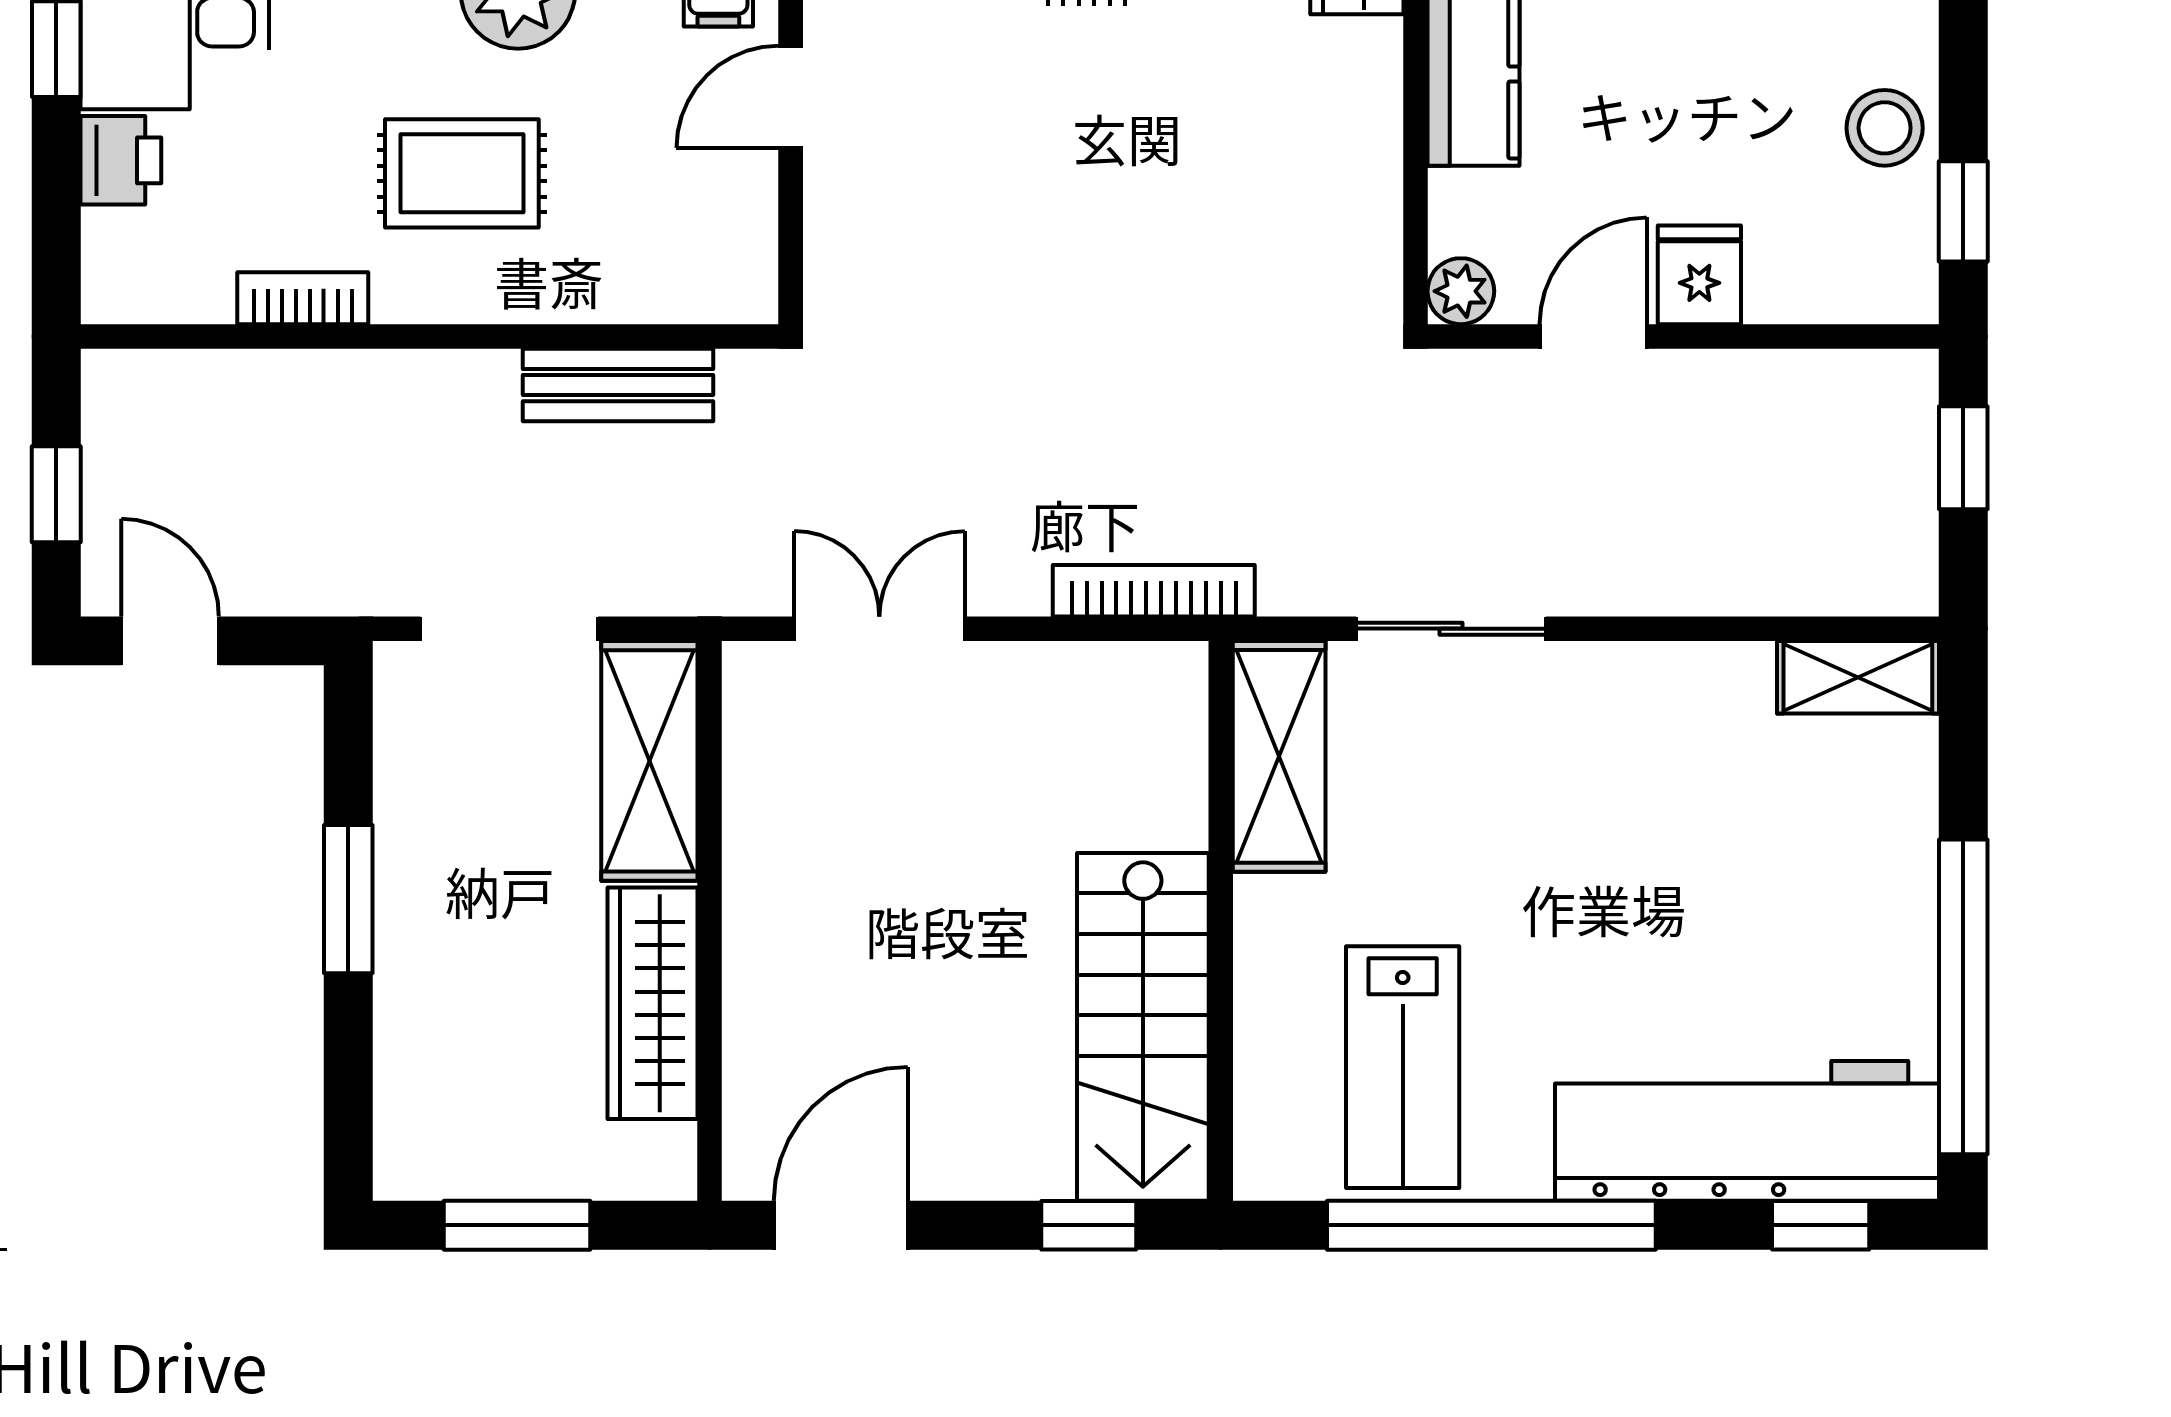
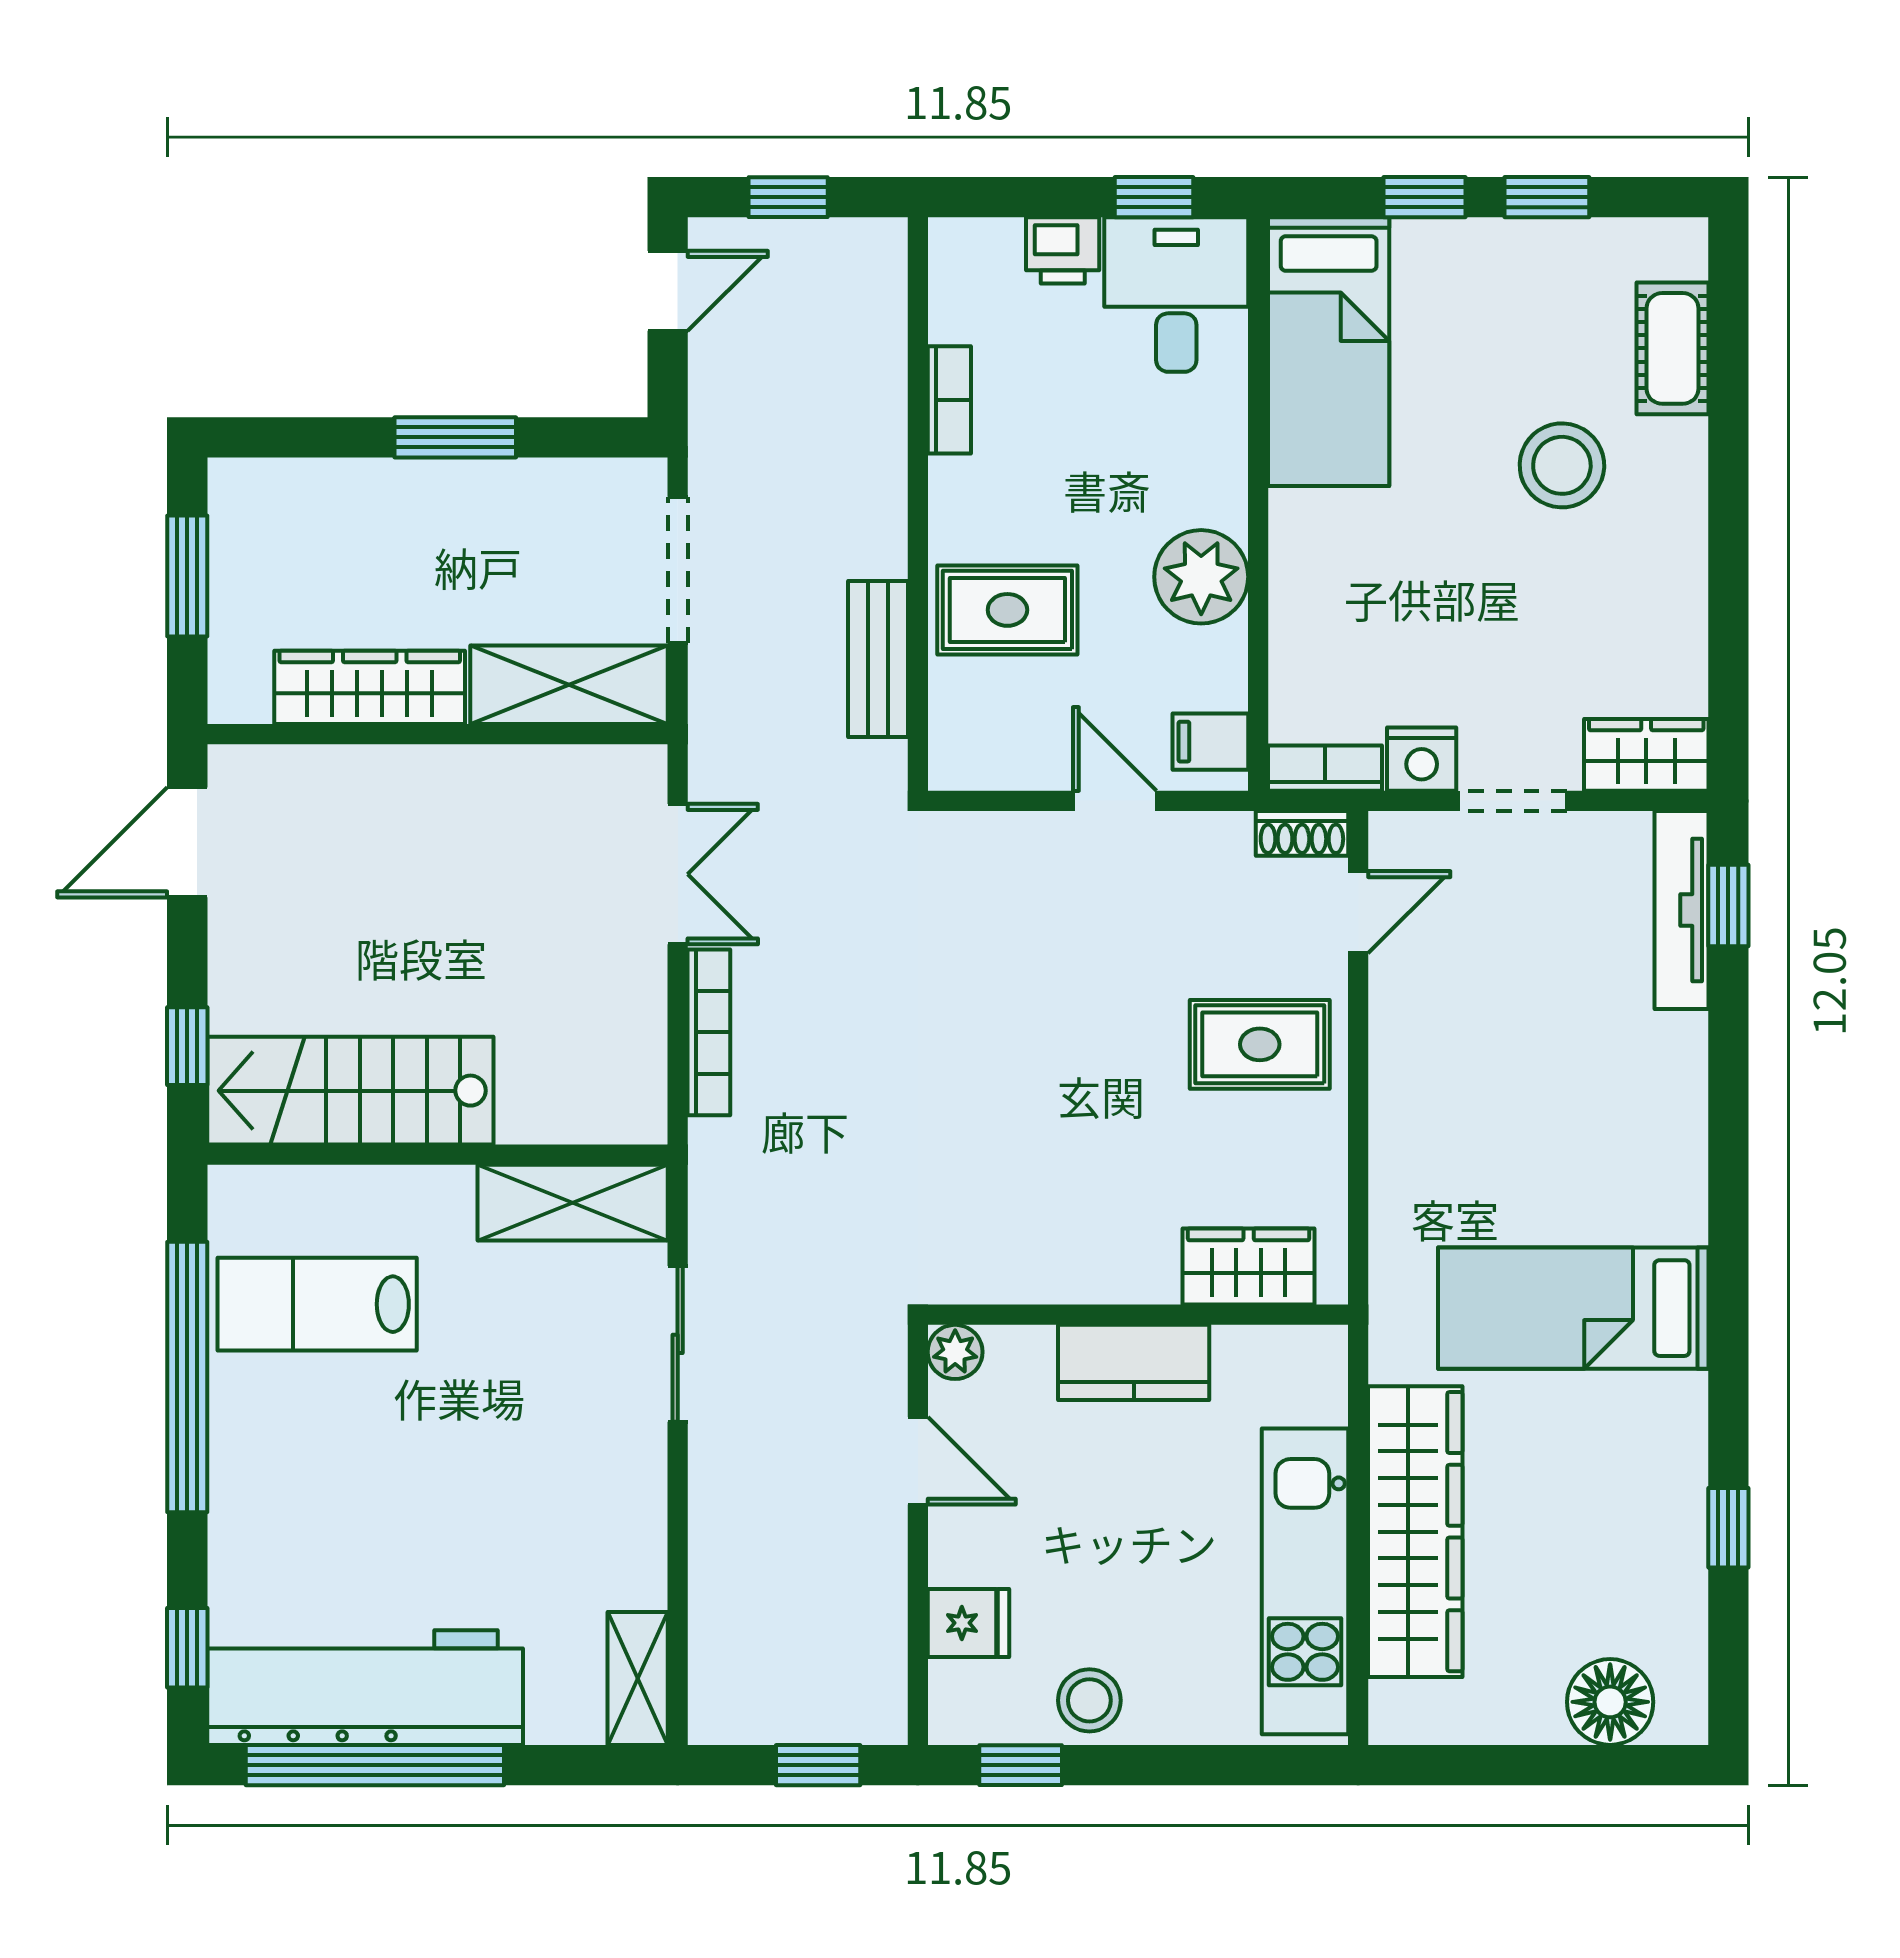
rug: (462, 173) -> (1007, 610), moved, turned 90
fridge: (1699, 275) -> (968, 1623), moved
bookcase: (1154, 591) -> (709, 1032), moved
workbench: (1747, 1131) -> (365, 1688), moved, turned -90
door: (841, 1225) -> (187, 842), swing flipped

